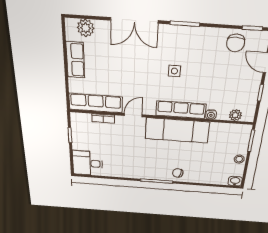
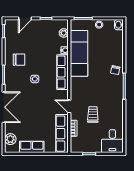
chair: (236, 43) -> (19, 60), moved
exam couch: (177, 130) -> (79, 53), moved
trolley: (122, 143) -> (93, 115), added

